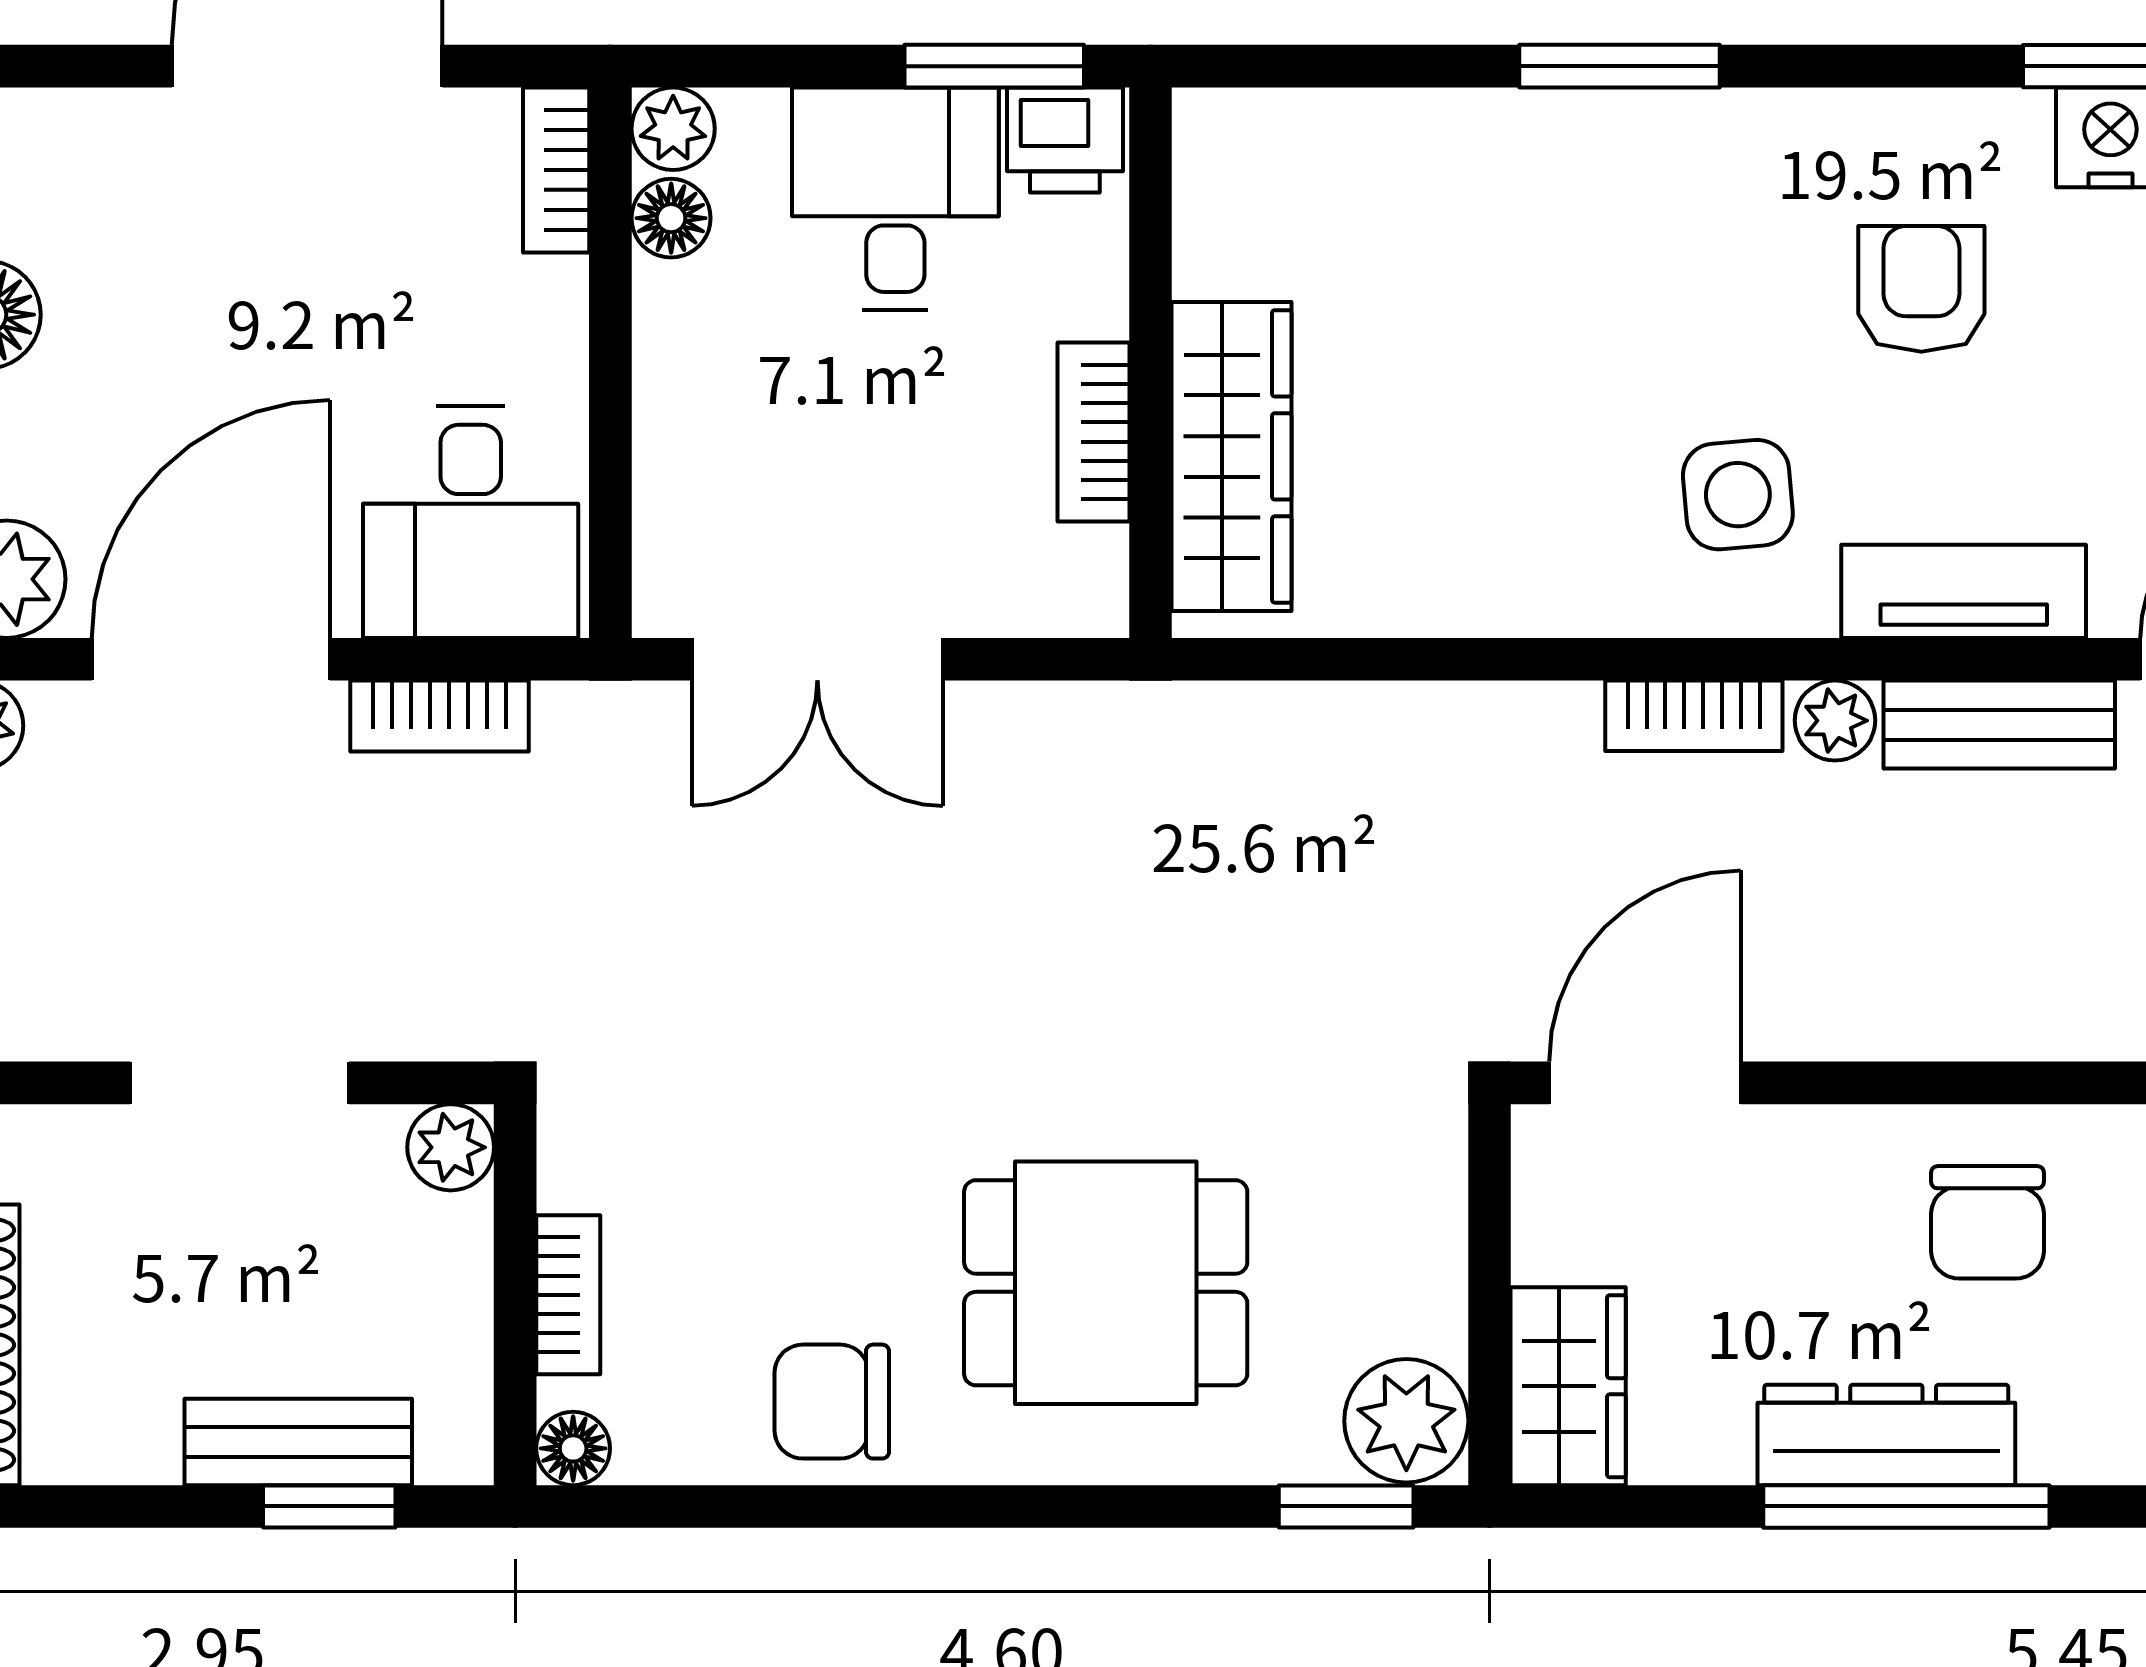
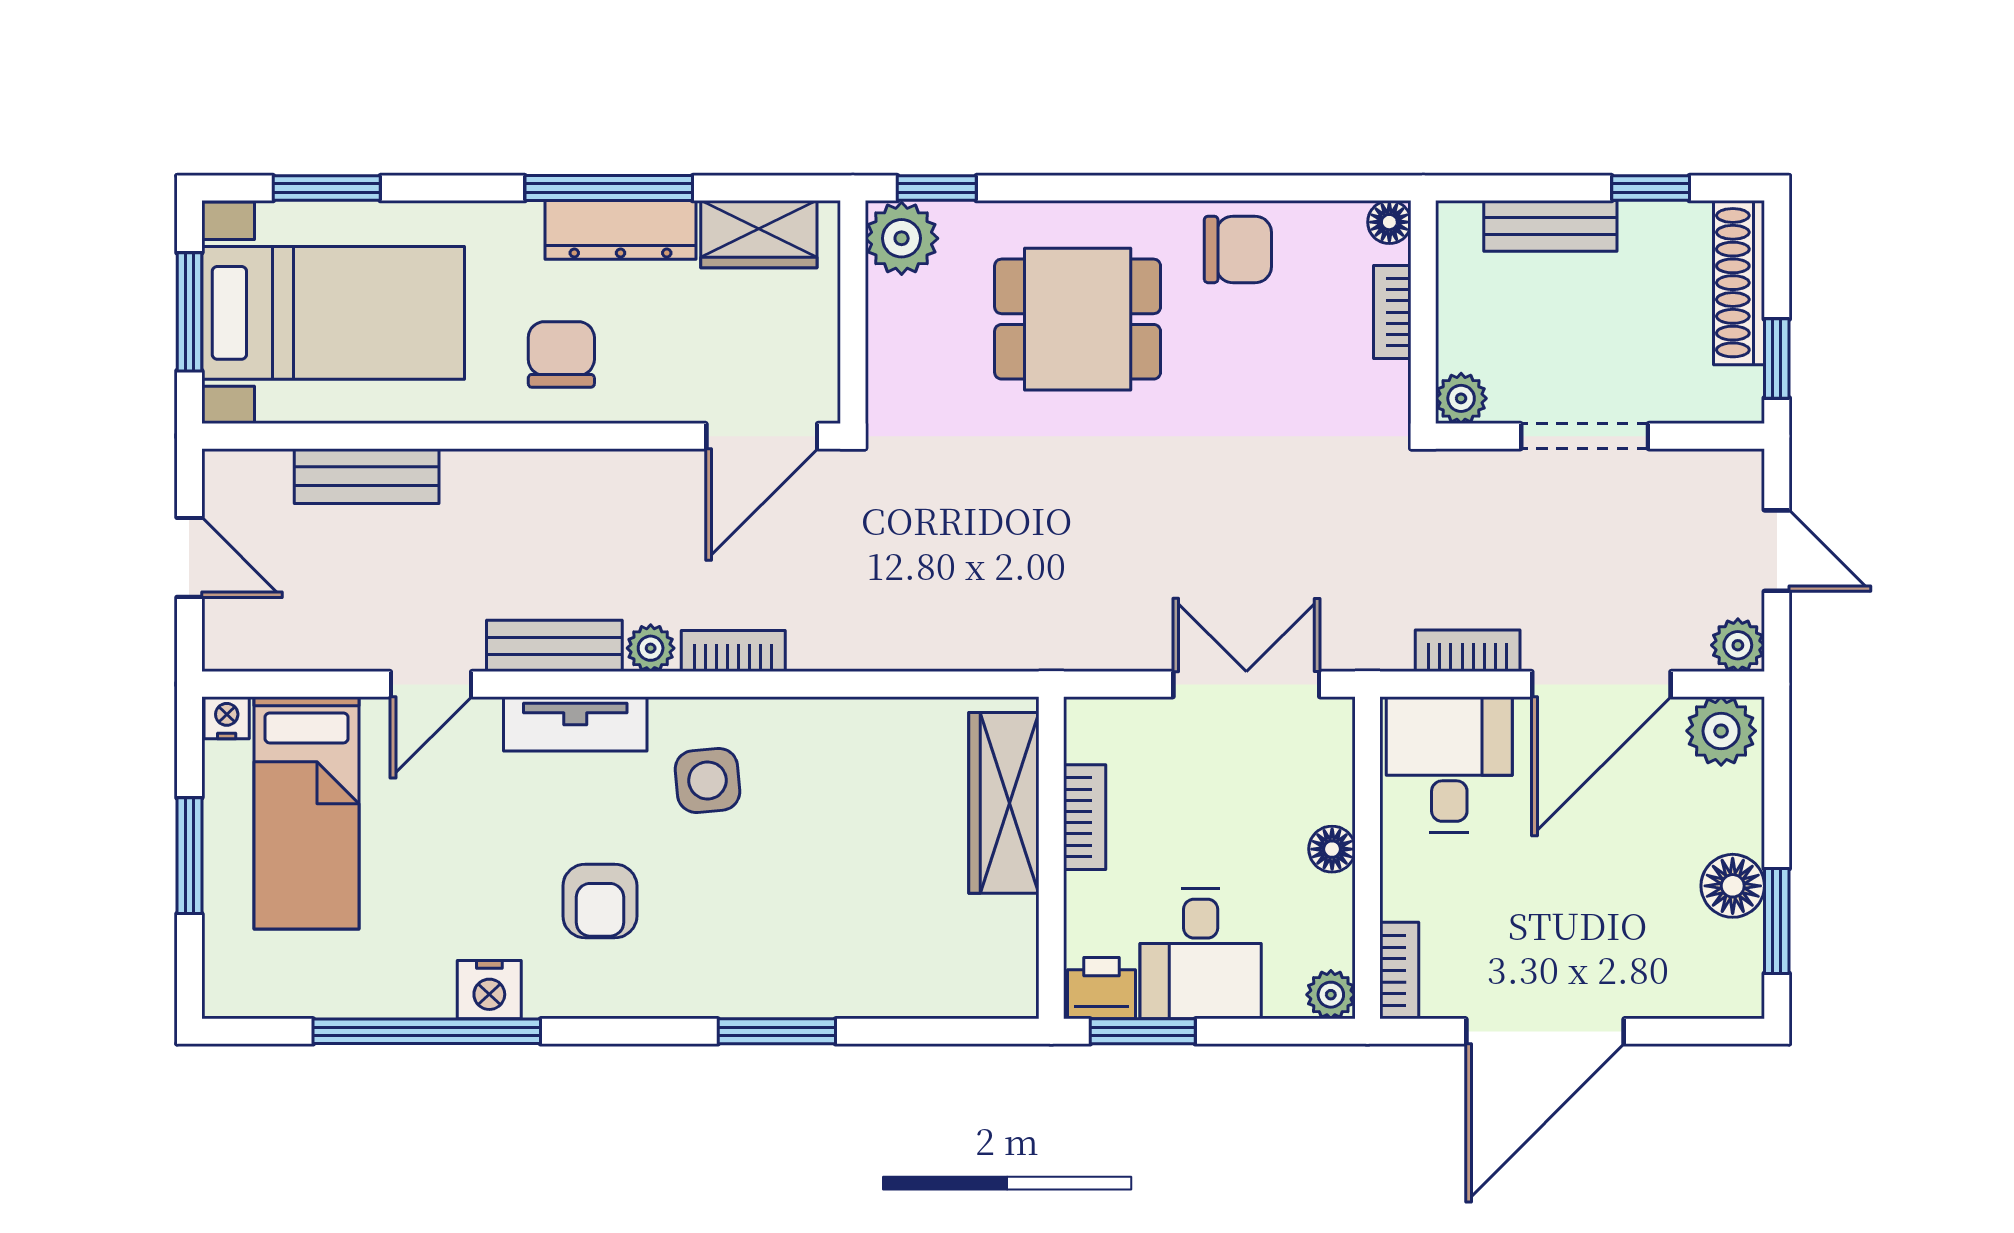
floor lamp: (671, 218) -> (1332, 849), moved
wardrobe: (1568, 1386) -> (759, 234), moved, turned -90
window: (329, 1506) -> (1651, 188), moved

